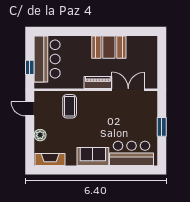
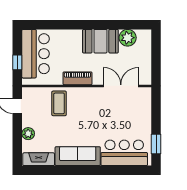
plant: (135, 44) -> (128, 38), added
piano: (98, 82) -> (77, 78), moved
window: (162, 127) -> (156, 144), moved
sofa: (93, 156) -> (78, 156), width x1.36

